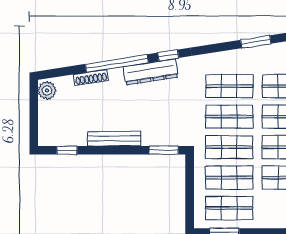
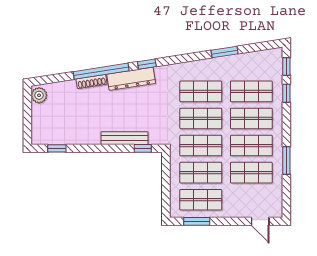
shoe rack: (91, 77) -> (92, 82), moved
bench: (114, 139) -> (124, 138), moved
window: (164, 150) -> (143, 148), width x0.67

